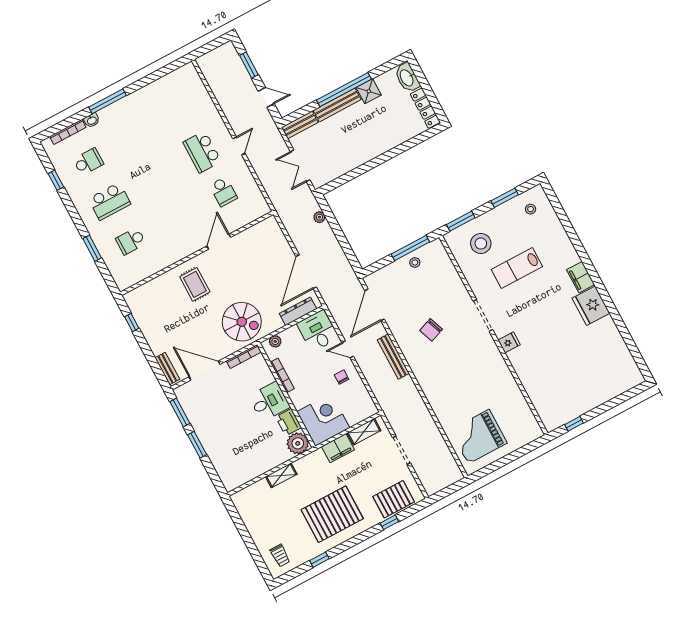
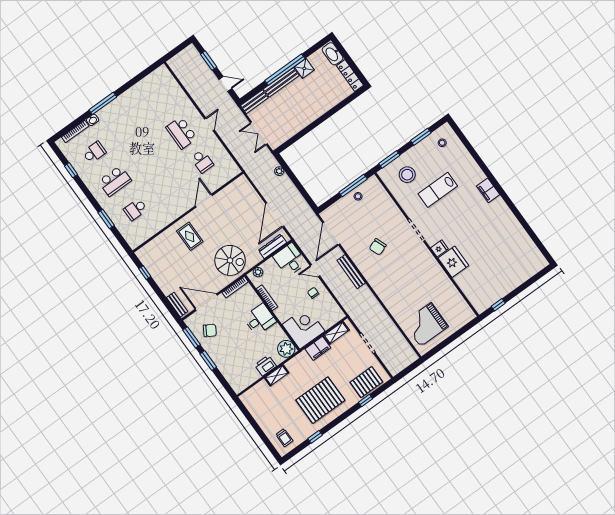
fridge: (591, 306) -> (453, 262), moved, turned 180
chair: (204, 407) -> (210, 330), added
printer: (289, 422) -> (265, 366), moved, turned 90

